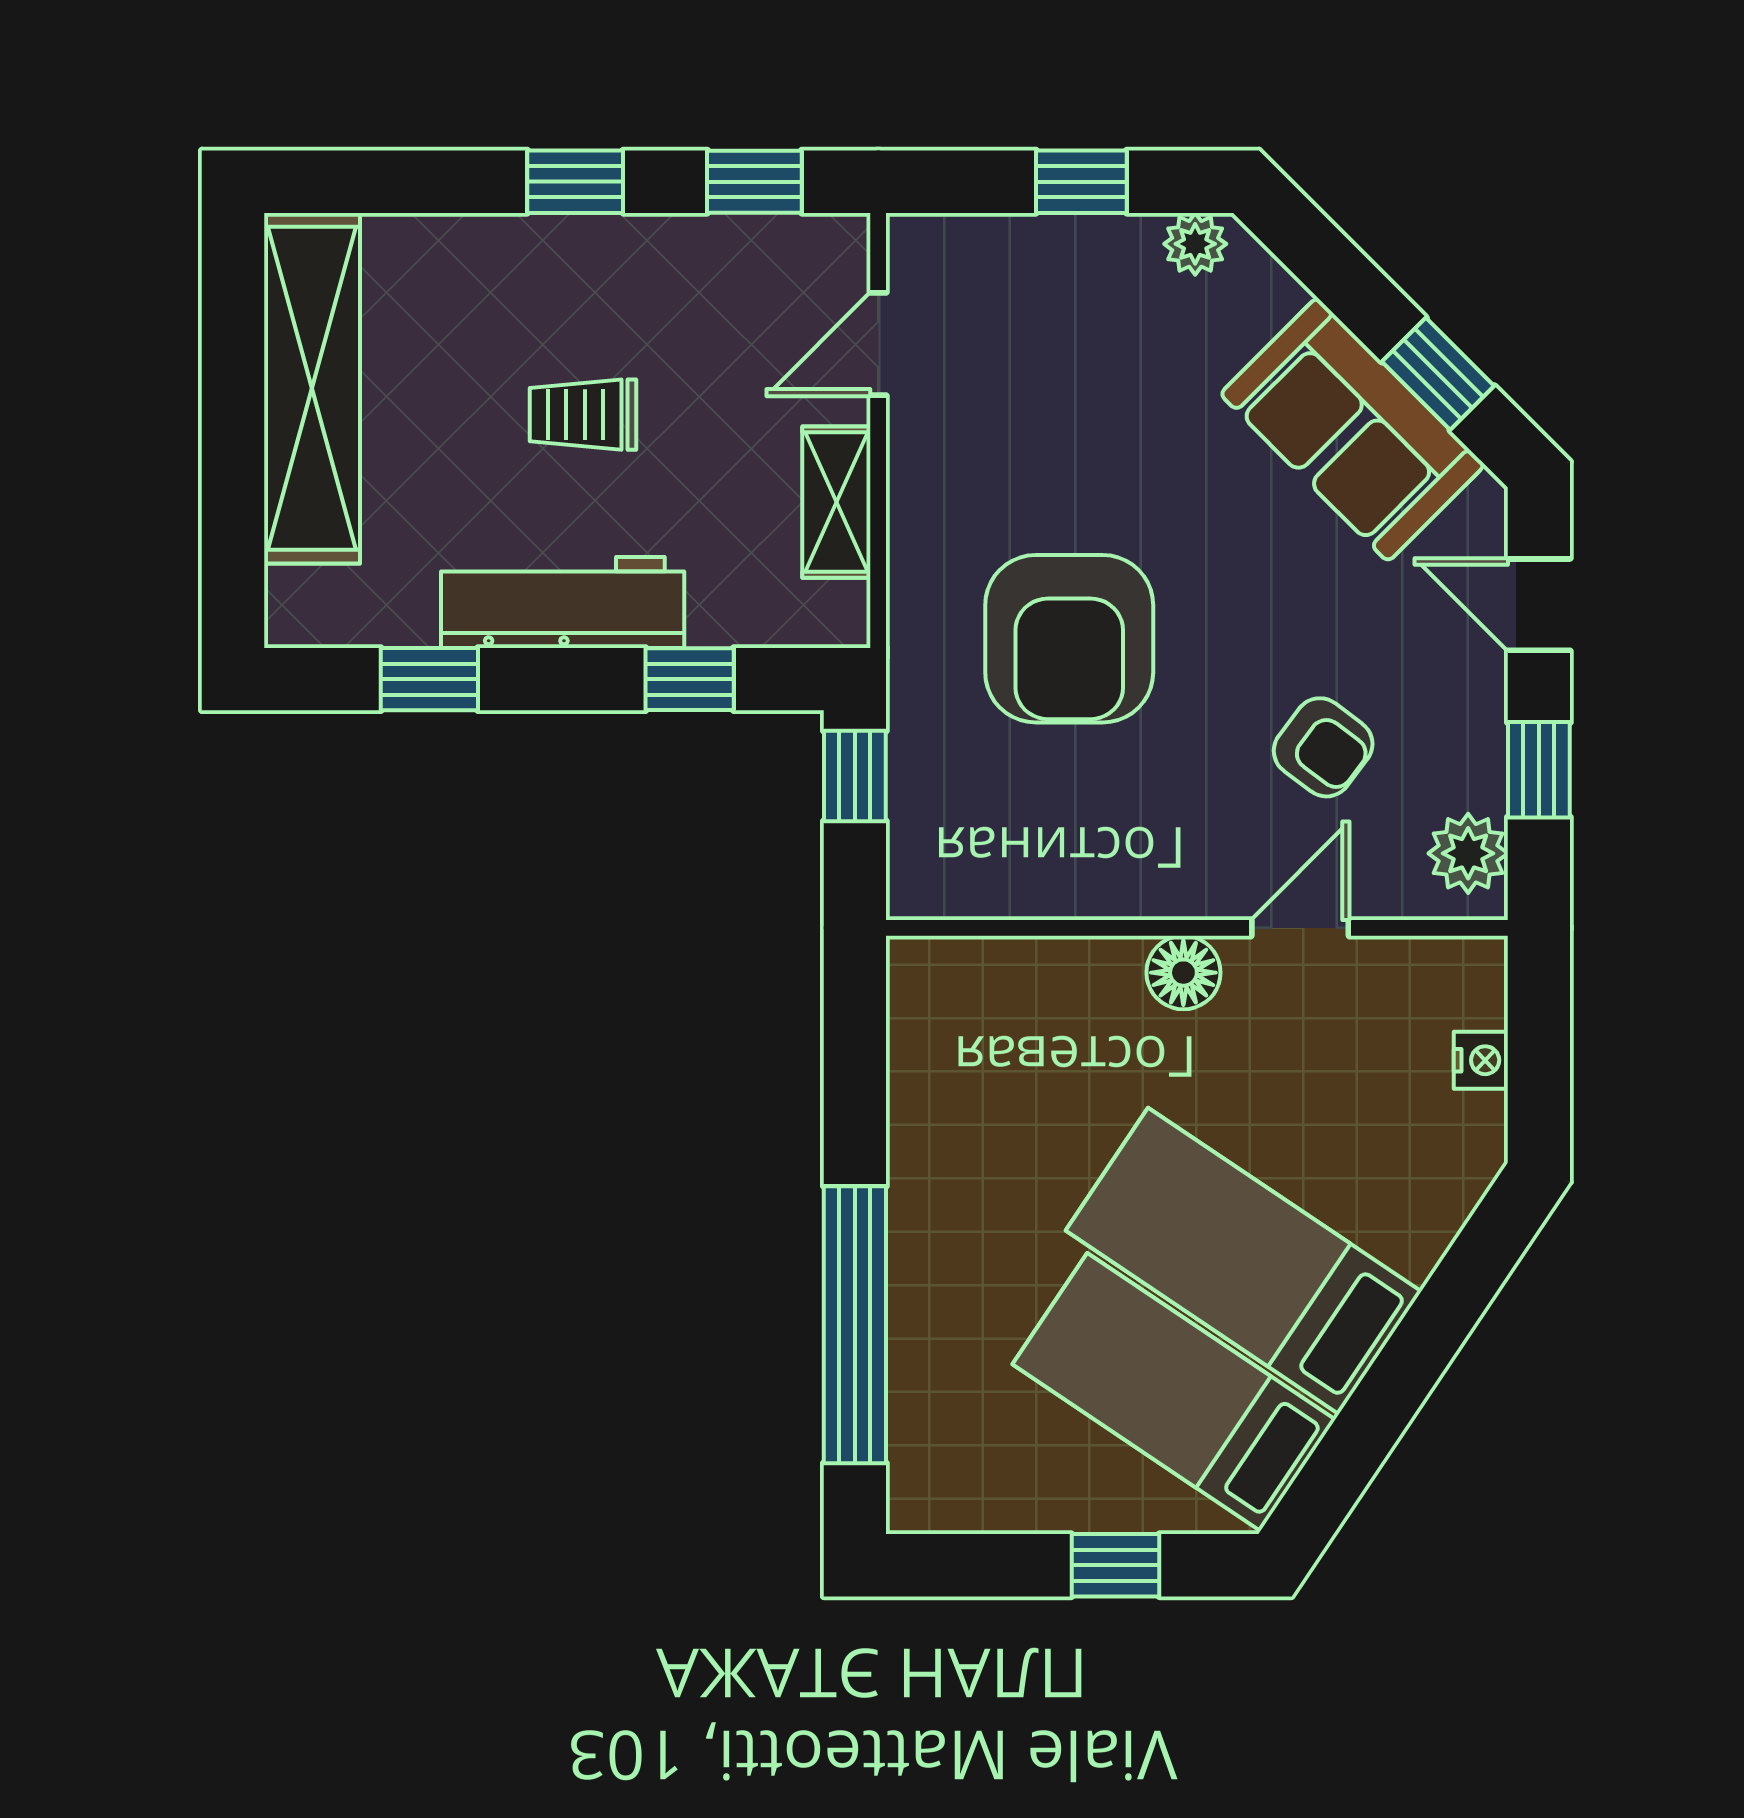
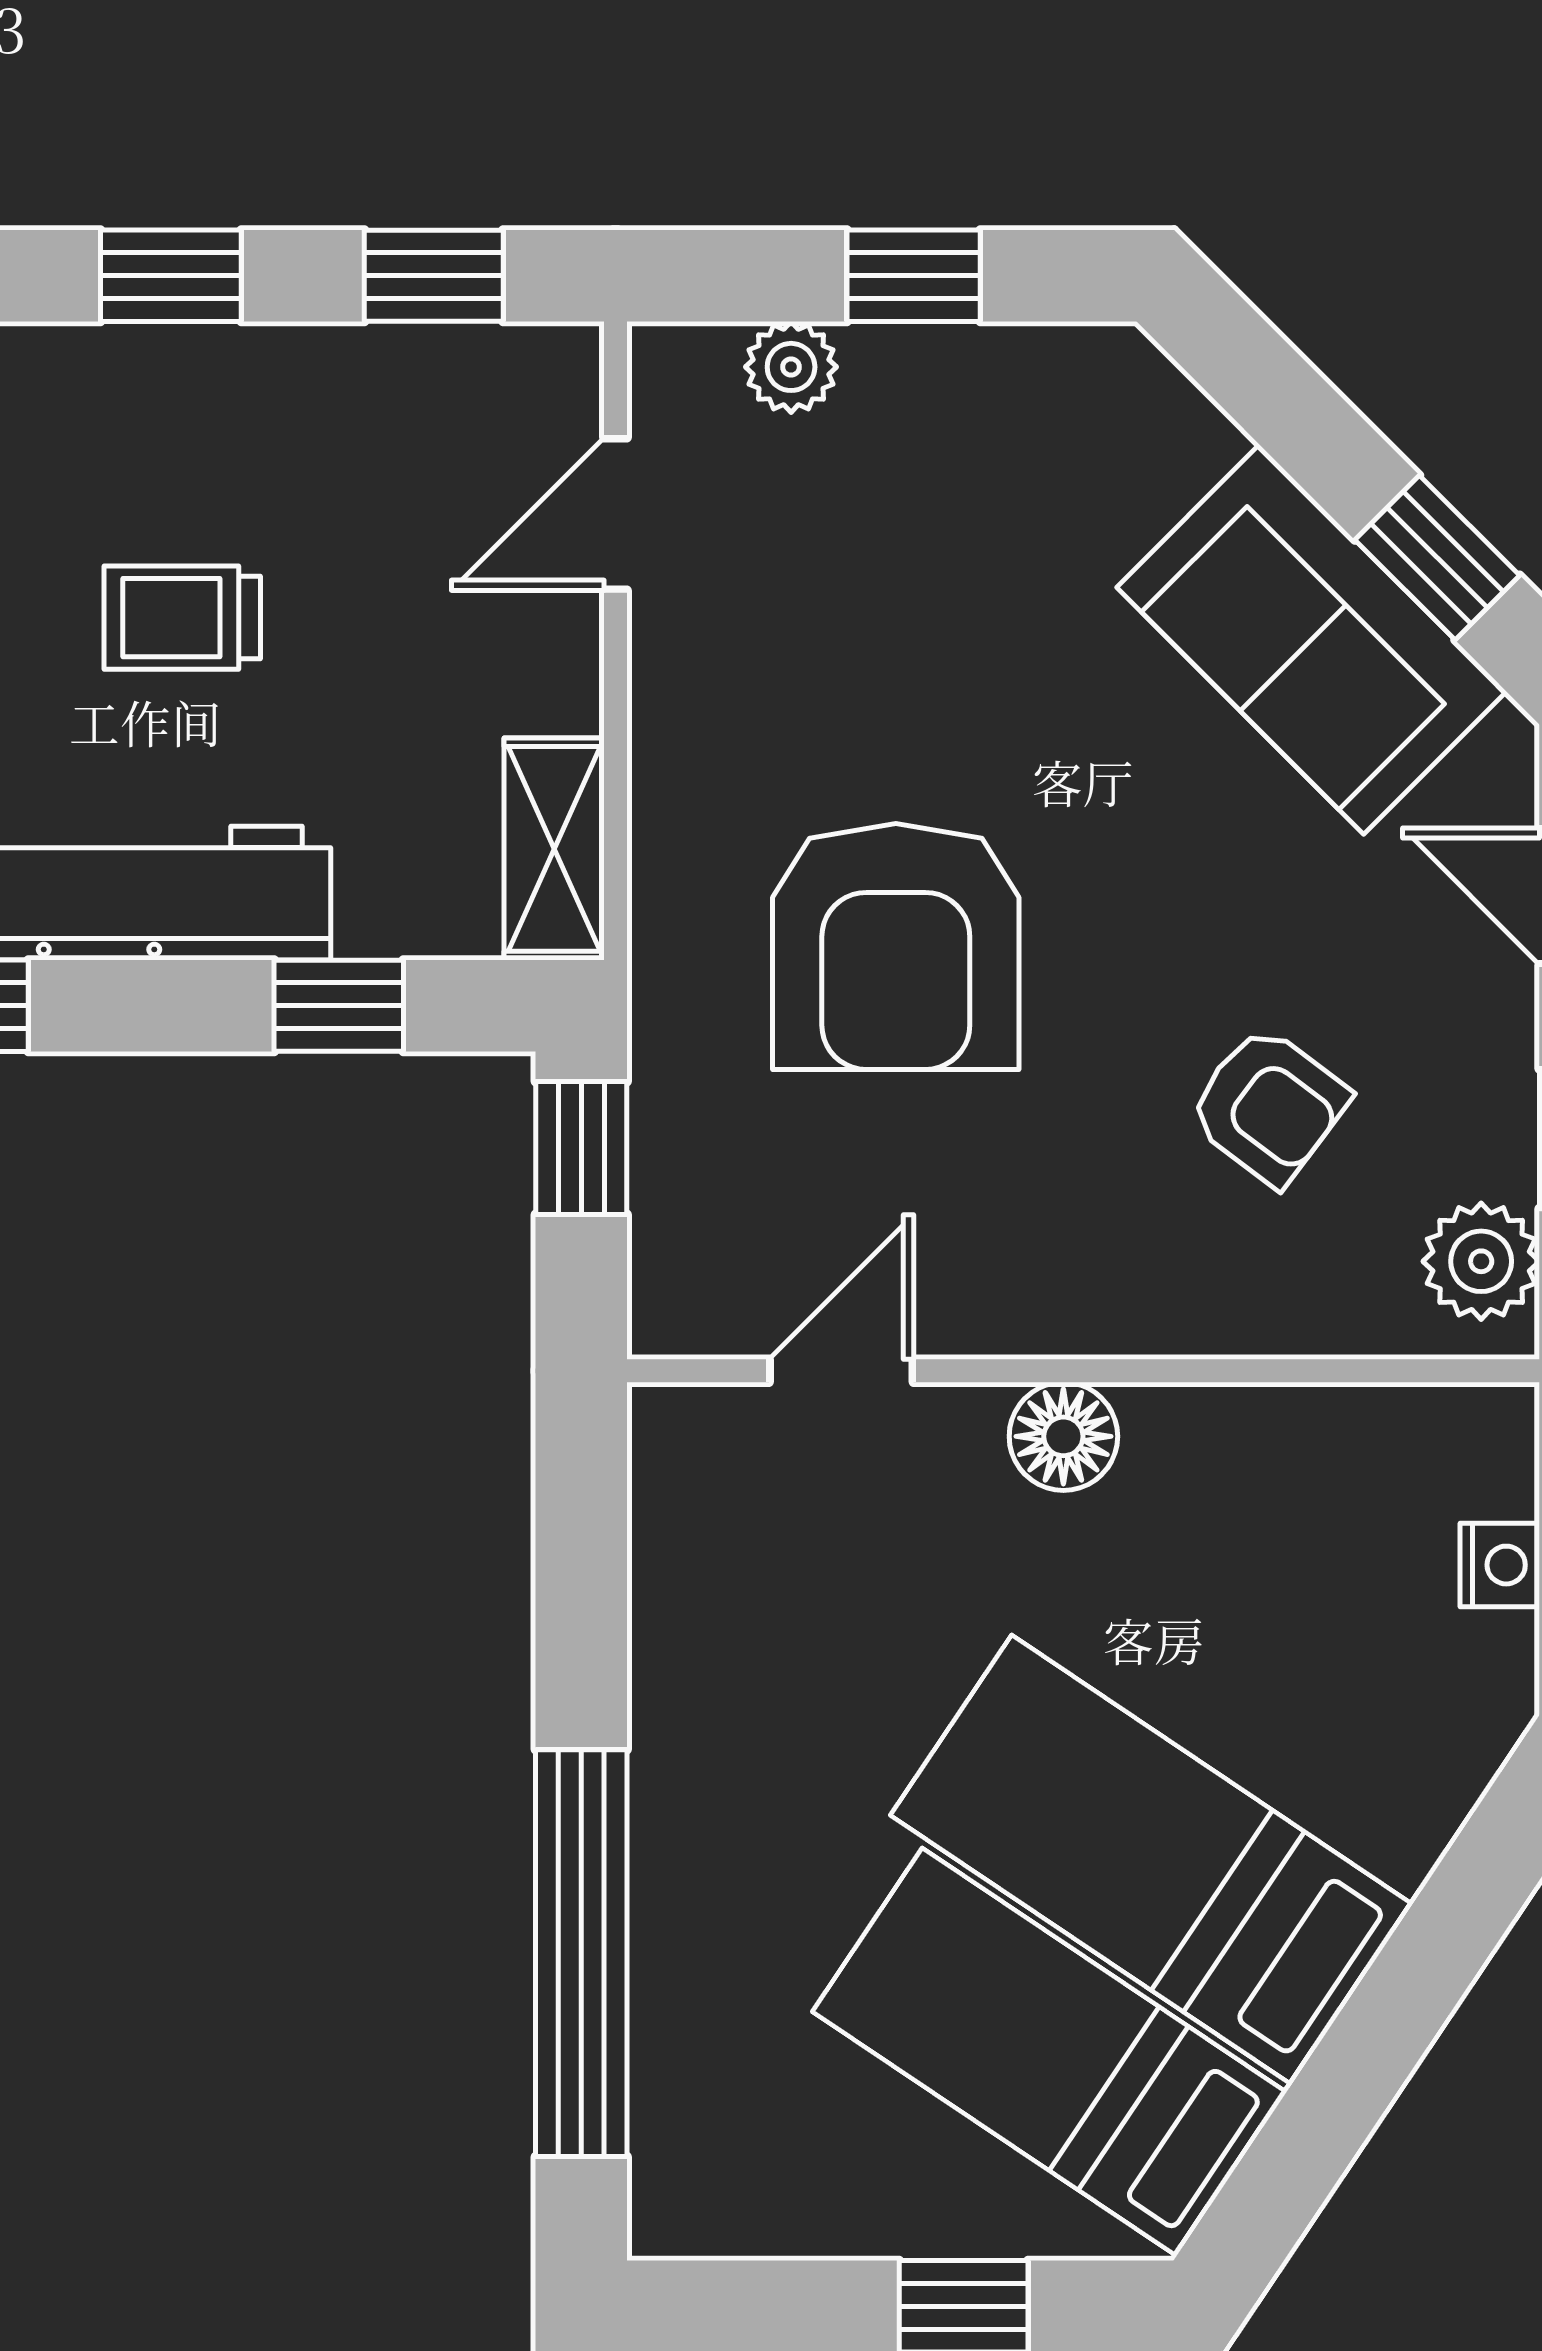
plant: (1195, 244) -> (791, 367), moved
shelving: (836, 502) -> (554, 849), moved
door: (1300, 928) -> (841, 1371), moved

